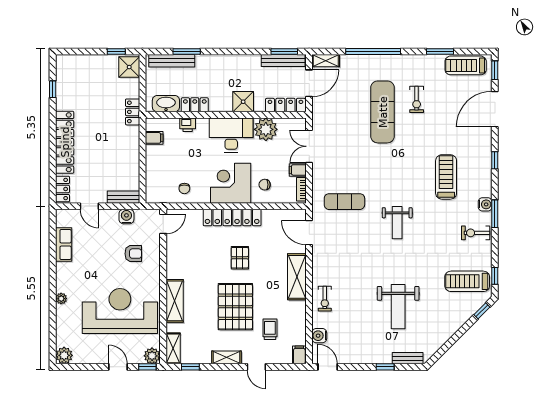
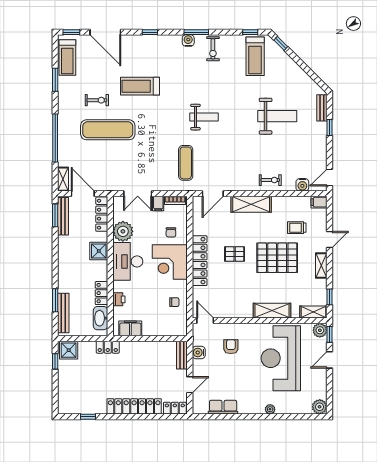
filing cabinet: (154, 138) -> (130, 328), width x2.00
treadmill: (446, 177) -> (140, 86), moved

